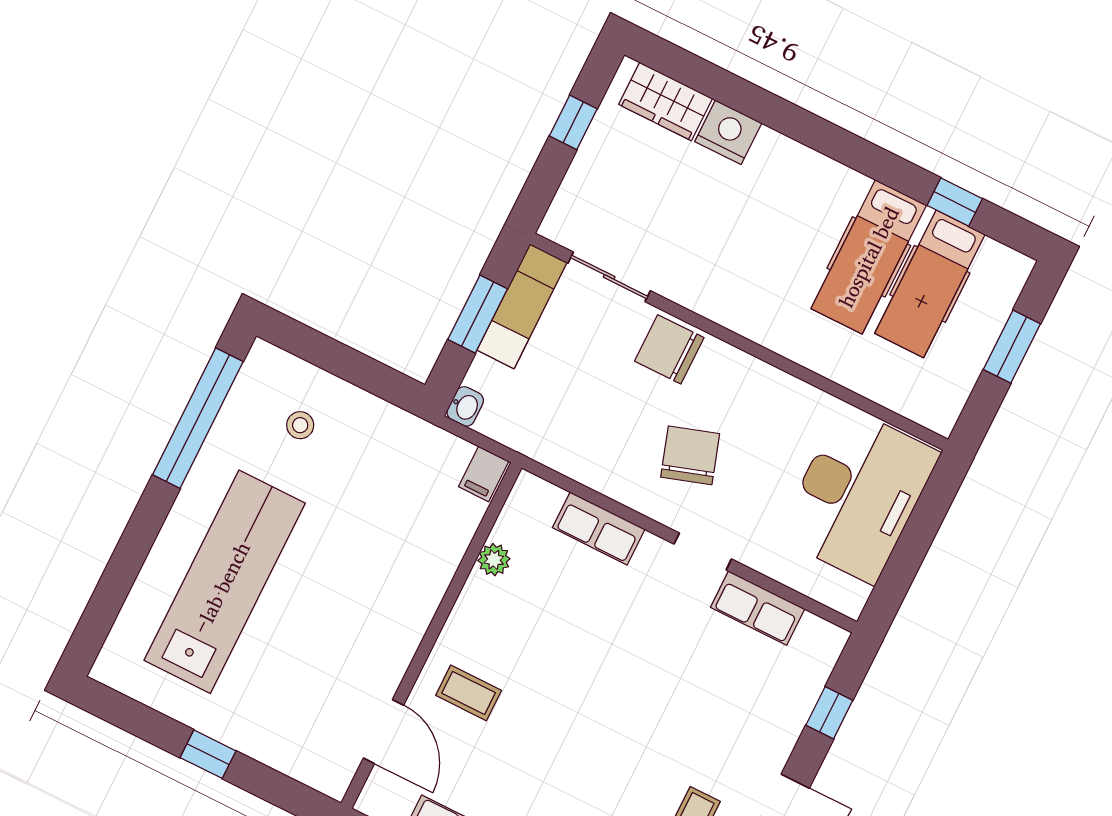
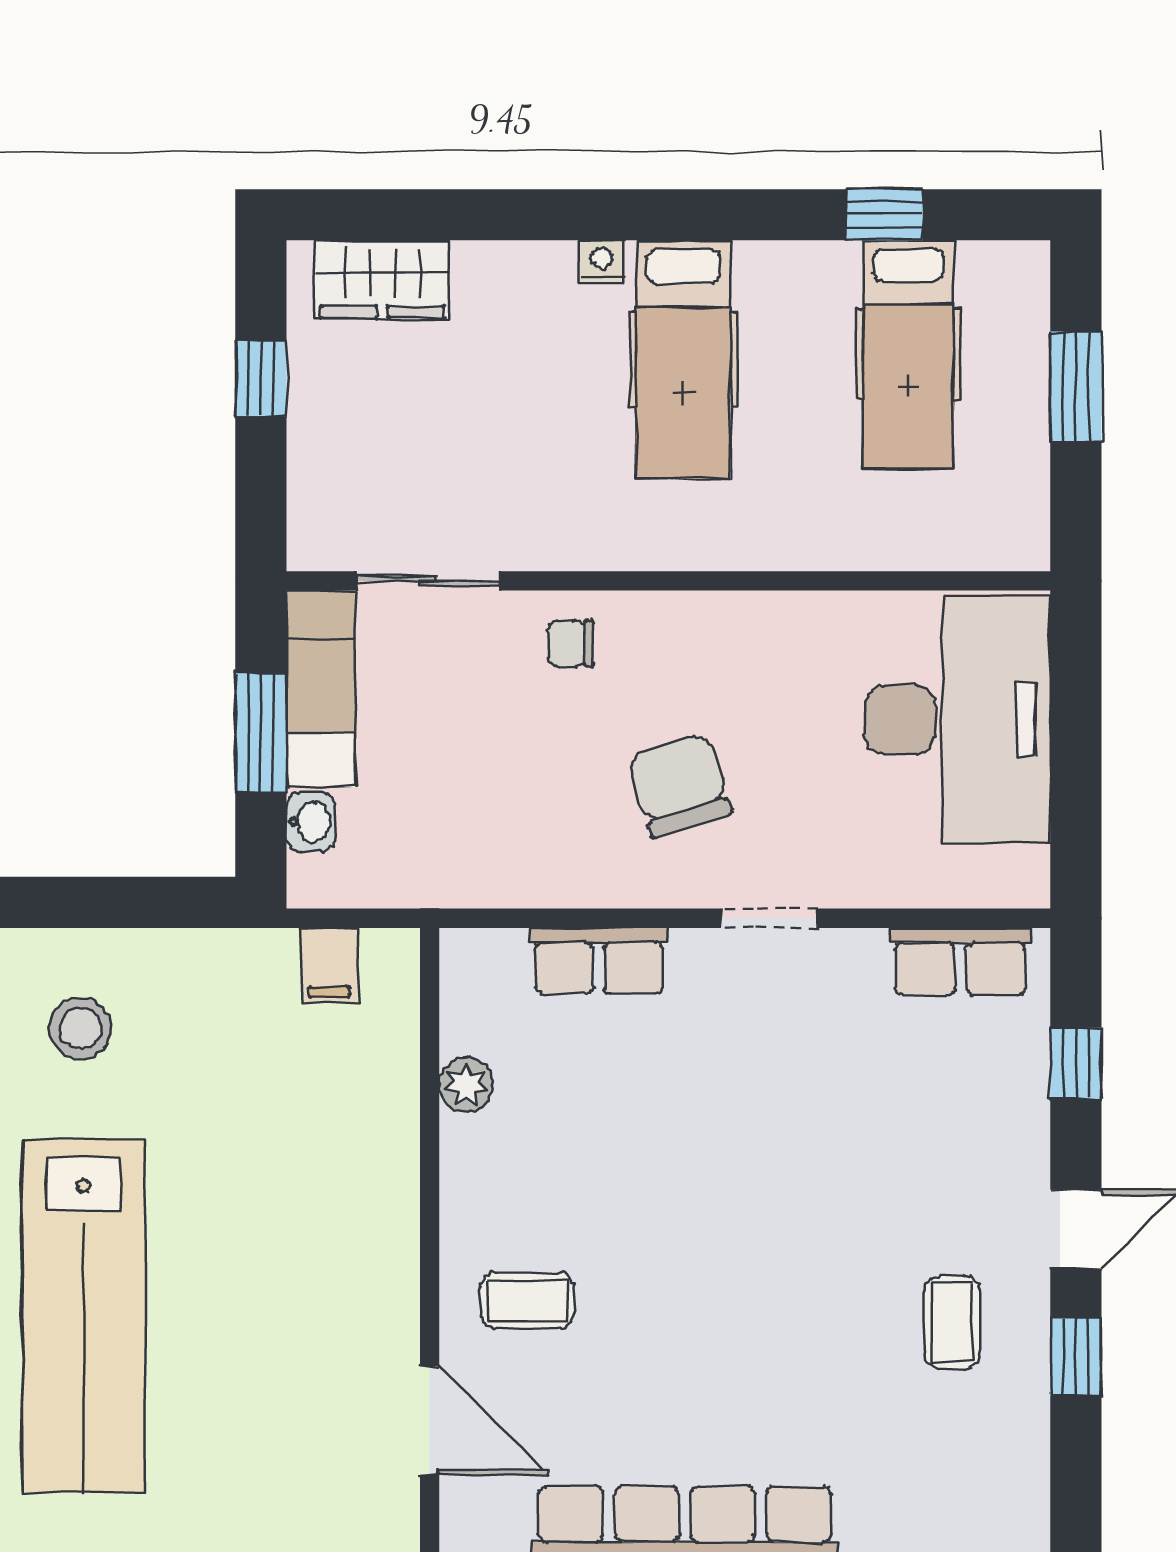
nightstand: (728, 132) -> (602, 262), moved, width x0.53, depth x0.56
hospital bed: (869, 257) -> (683, 360), moved
chair: (669, 349) -> (571, 644), width x0.54, depth x0.54
washbasin: (465, 406) -> (311, 822), moved
stool: (300, 425) -> (80, 1028), width x1.37, depth x1.37
filing cabinet: (484, 474) -> (329, 965), moved
lab bench: (225, 582) -> (84, 1316), turned 180
row of seats: (758, 608) -> (960, 962), moved

